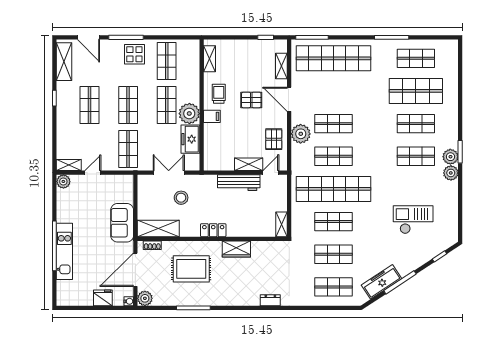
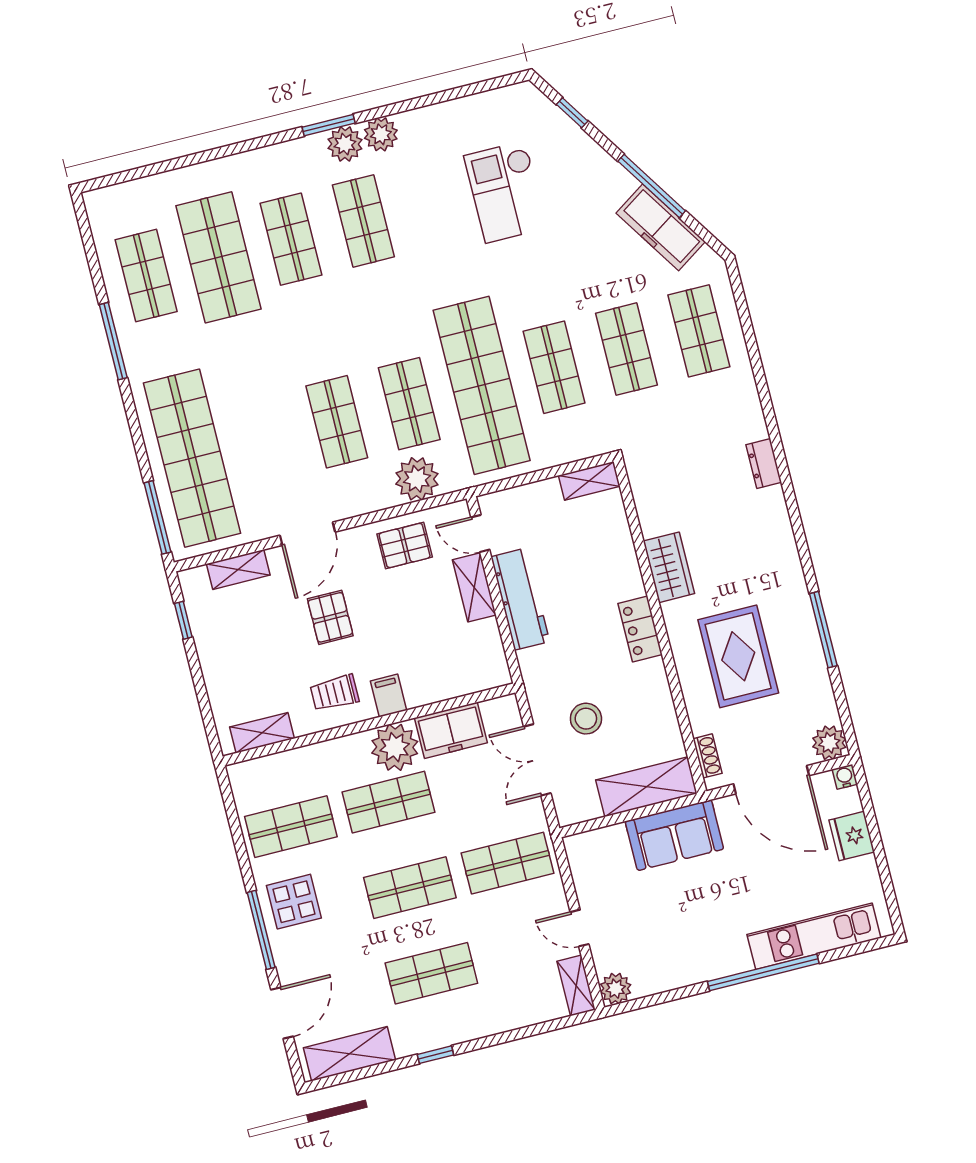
plant: (301, 134) -> (417, 479), moved
shelving: (158, 229) -> (646, 787), moved, turned 90
kitchen unit: (64, 251) -> (814, 936), moved

